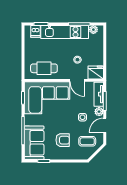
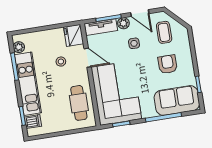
door: (77, 80) -> (88, 58), hinge flipped

